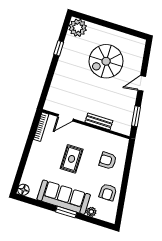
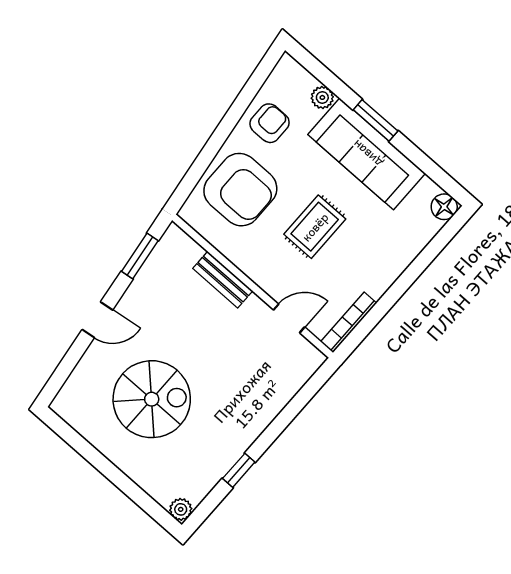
plant: (78, 28) -> (181, 509), width x0.53, depth x0.53
armchair: (108, 161) -> (240, 190), width x1.88, depth x1.88

